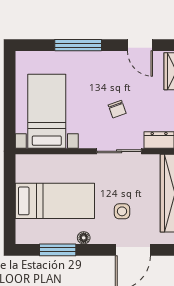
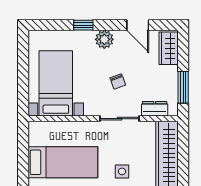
window: (78, 45) -> (83, 25), width x0.46
plant: (102, 61) -> (104, 39), added

